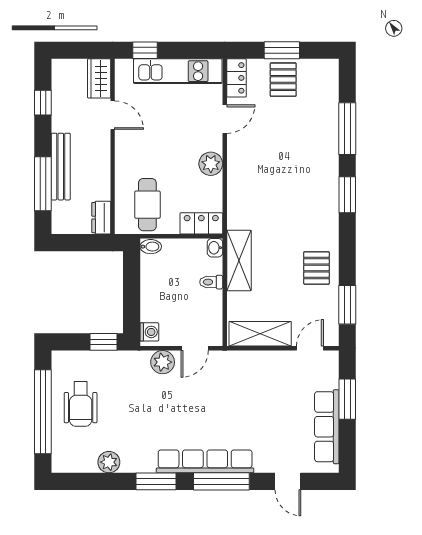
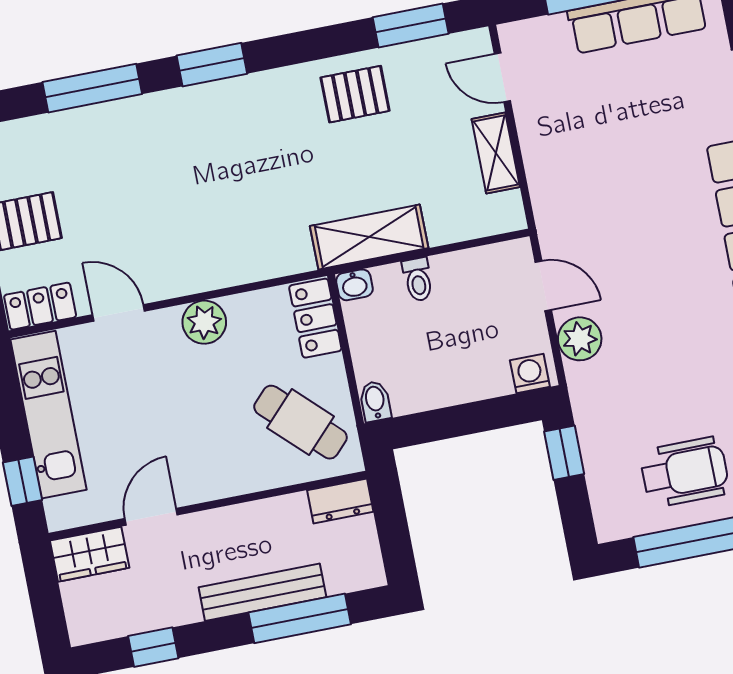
cafe table: (147, 205) -> (300, 422), turned 44
shelving: (260, 334) -> (496, 153), width x0.67, depth x0.75

